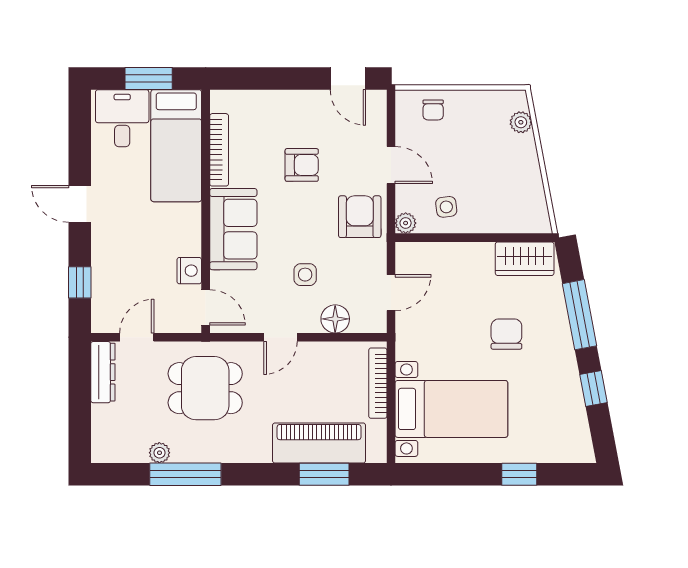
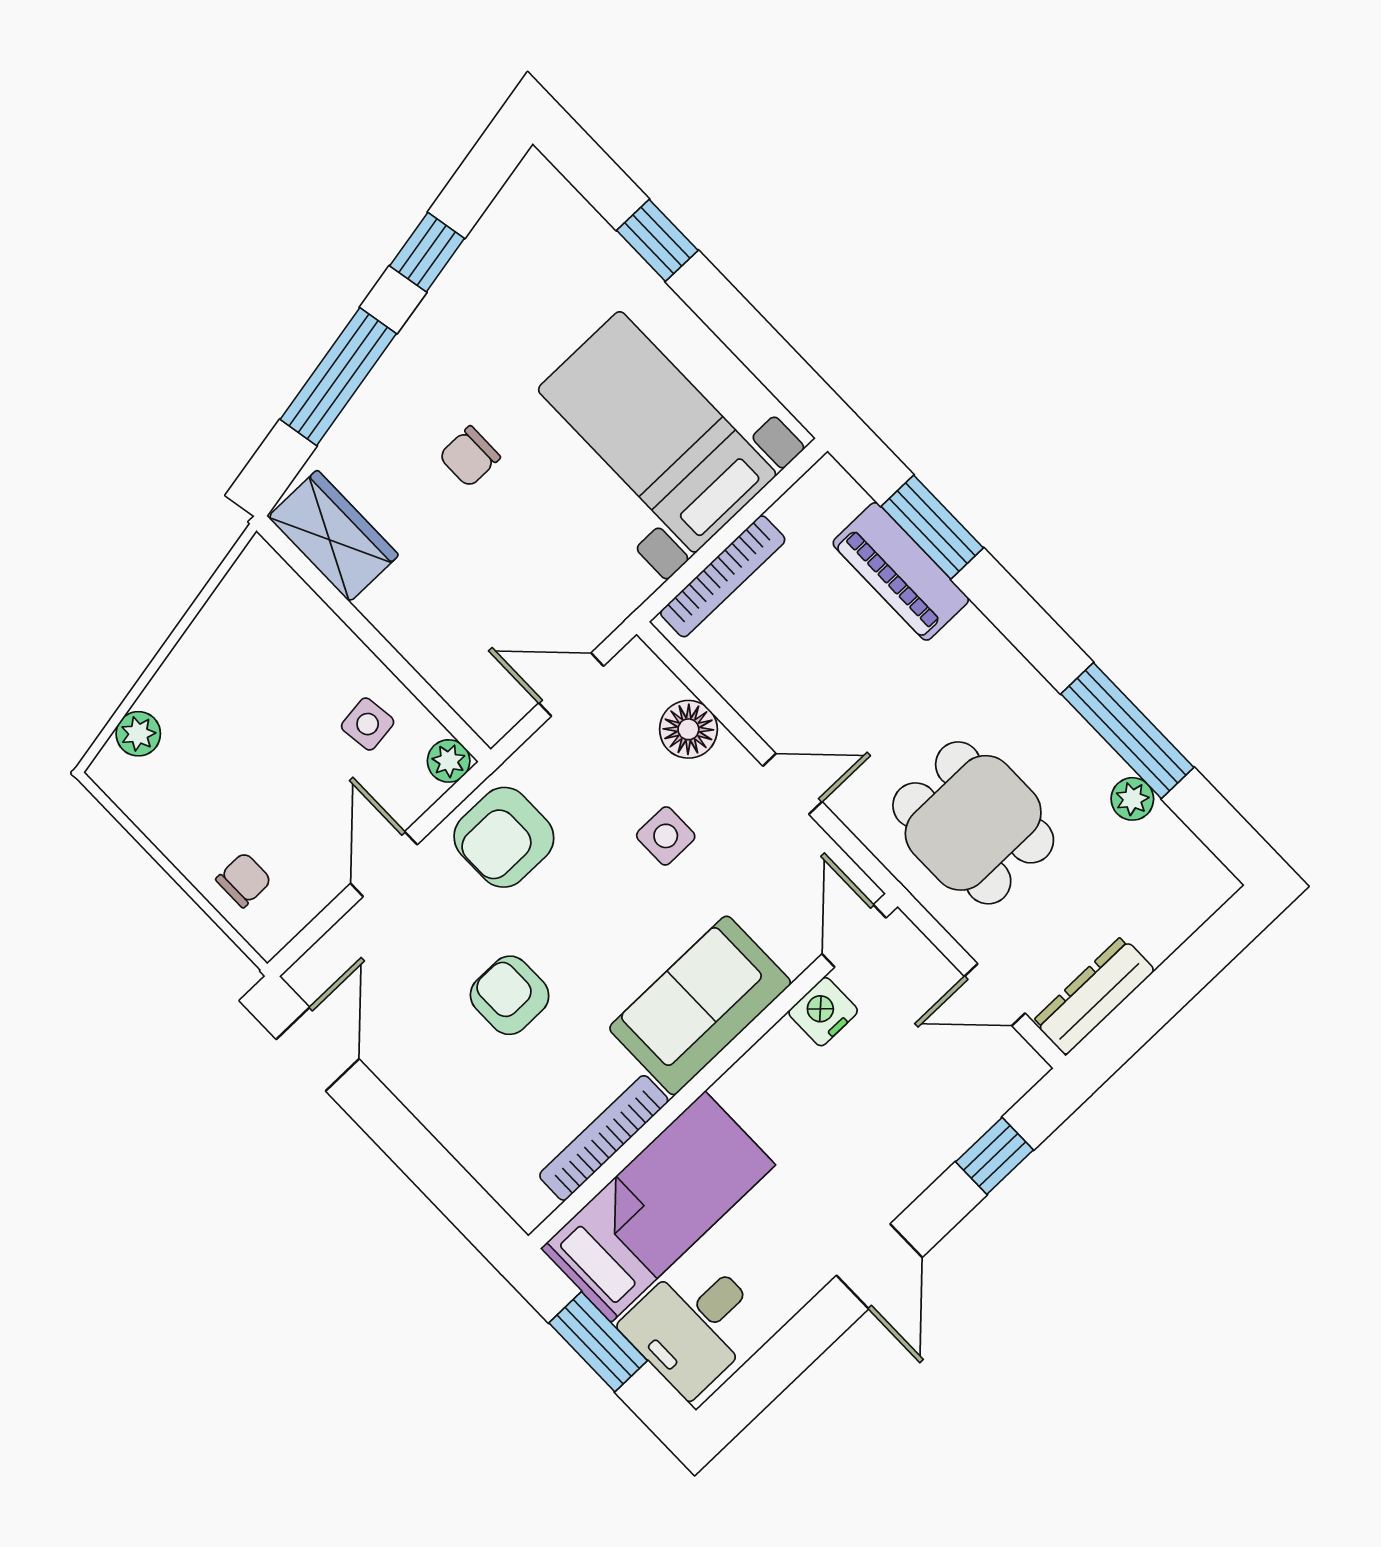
chair: (506, 334) -> (470, 457), width x0.73, depth x0.73
piano: (319, 443) -> (901, 571), width x0.73, depth x0.75

